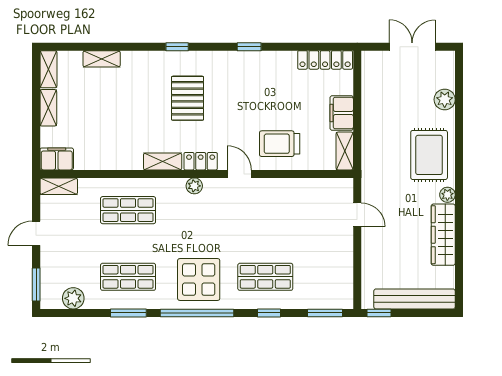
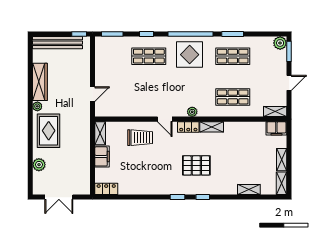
window: (249, 47) -> (178, 197), moved
locker: (325, 60) -> (106, 189), width x0.66
pallet: (188, 98) -> (196, 165), turned 90
door: (357, 215) -> (92, 94), swing flipped
plant: (73, 298) -> (280, 43), moved

